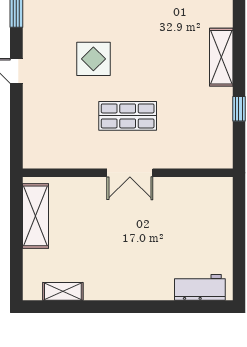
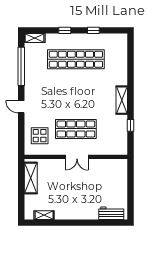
display table: (93, 59) -> (40, 136), moved
shop shelf: (128, 116) -> (76, 129), width x1.43, depth x1.36

